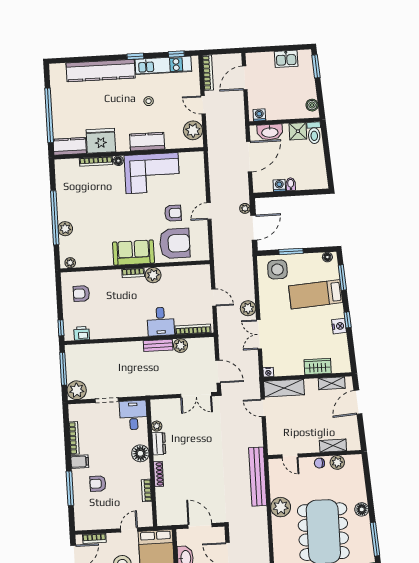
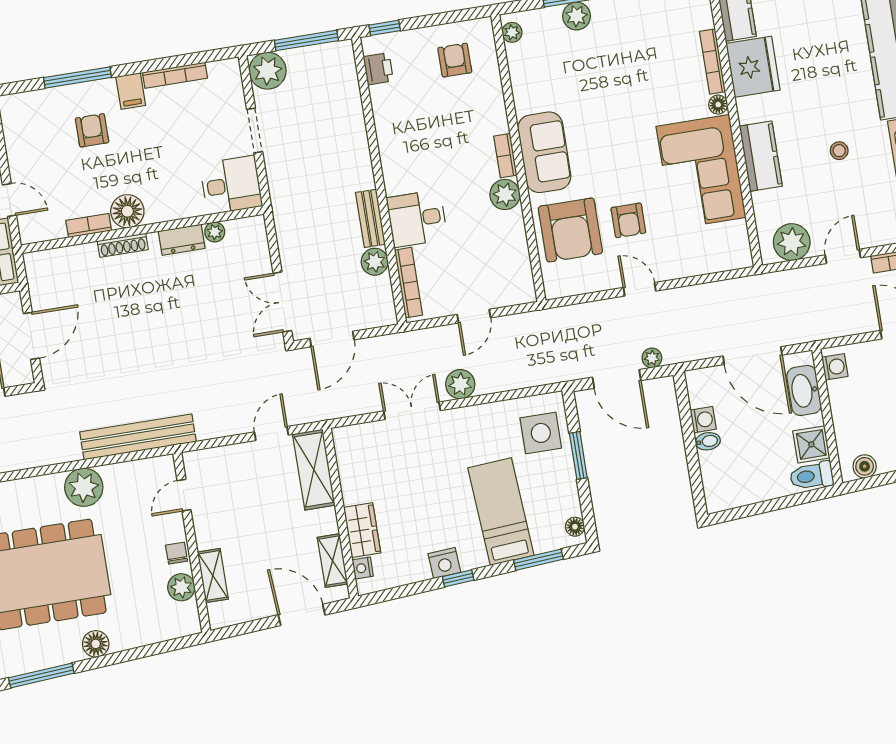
nightstand: (268, 372) -> (363, 568), moved
floor lamp: (140, 453) -> (127, 211), moved

